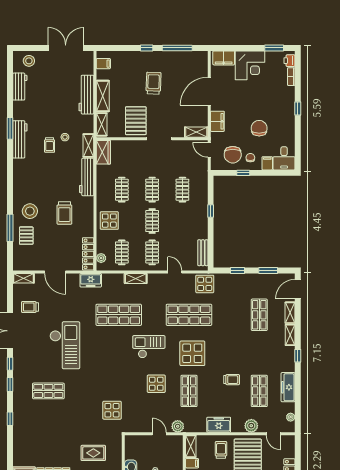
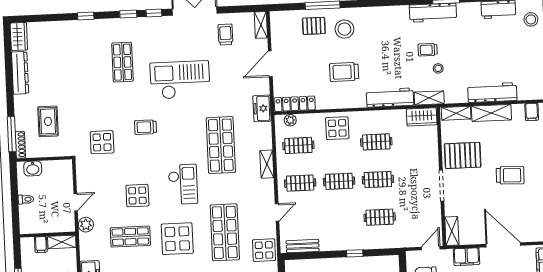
checkout: (65, 345) -> (180, 80), turned 180
trolley: (101, 375) -> (145, 127), added

